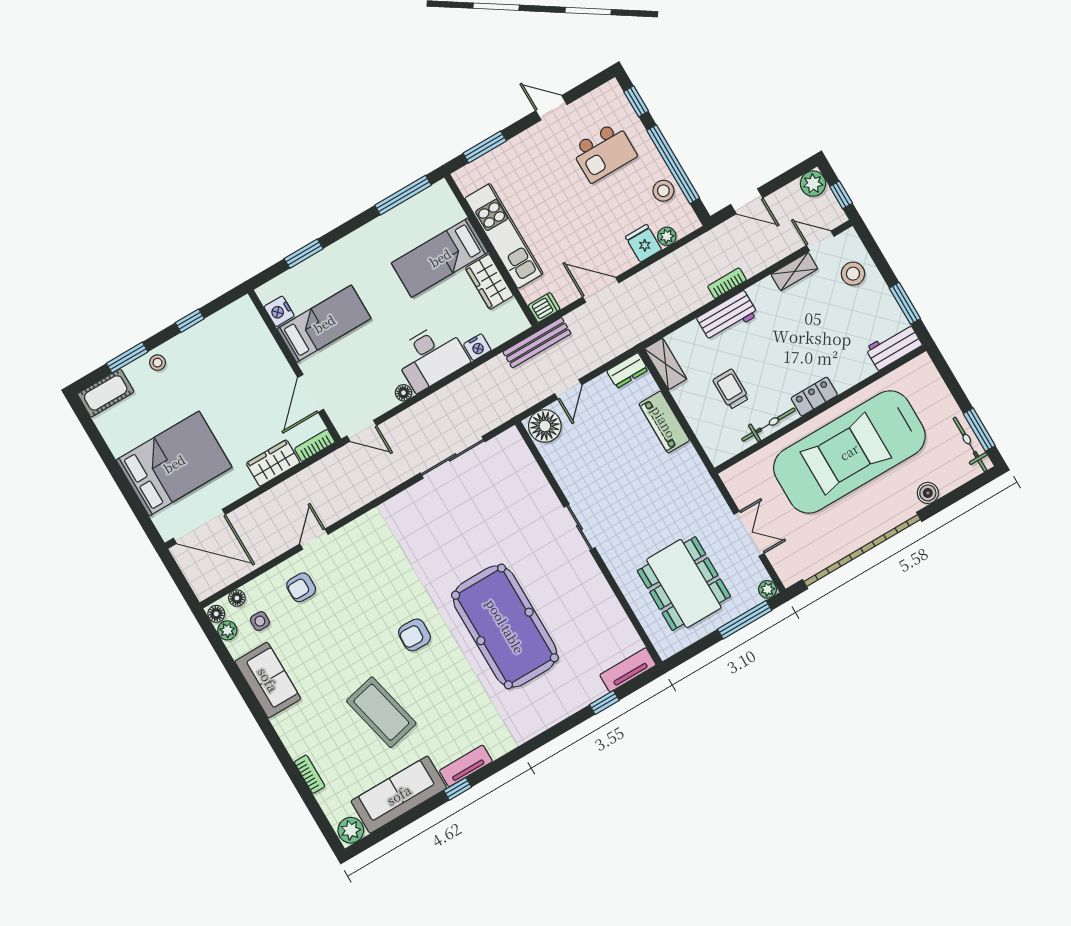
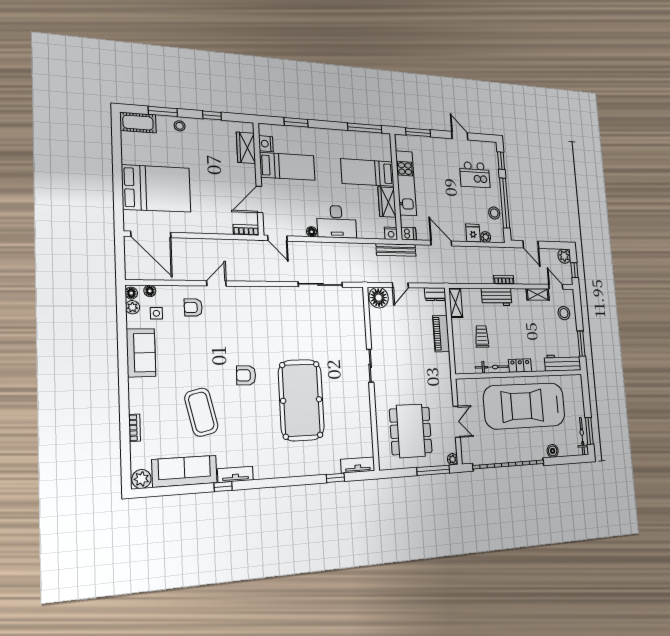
nightstand: (477, 347) -> (391, 233), moved
workbench: (894, 347) -> (563, 363), width x1.38
wardrobe: (273, 463) -> (246, 148), moved, turned -90

